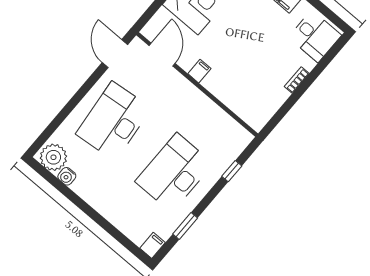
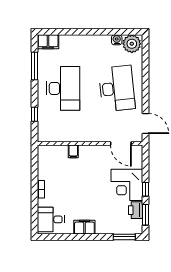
filing cabinet: (199, 71) -> (73, 151), moved
window: (185, 226) -> (35, 66), width x1.44
filing cabinet: (153, 245) -> (48, 42), width x2.00

